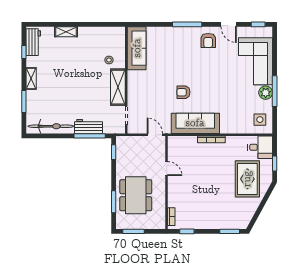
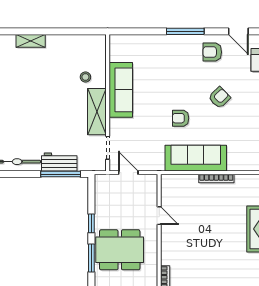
armchair: (208, 40) -> (212, 52), turned 90
sofa: (137, 48) -> (121, 90), moved
armchair: (214, 76) -> (219, 98), added
door: (155, 135) -> (128, 173), moved
window: (114, 152) -> (91, 223), moved
dining table: (136, 195) -> (120, 250), turned 90

